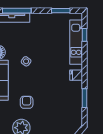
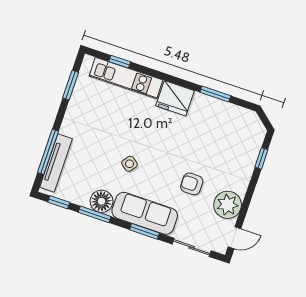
fridge: (76, 75) -> (175, 98), width x1.88, depth x1.34

